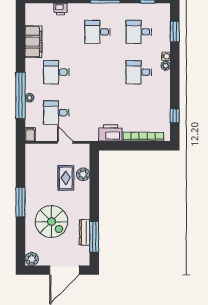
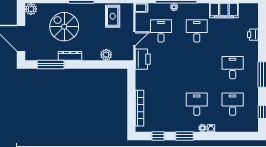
window: (175, 31) -> (185, 136), moved
printer: (110, 133) -> (143, 59), moved
rug: (66, 178) -> (113, 16), moved, turned 90
spiral stairs: (52, 222) -> (64, 27), turned 90
dresser: (84, 232) -> (70, 56), moved

